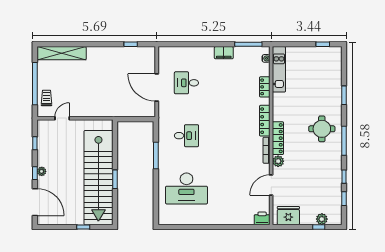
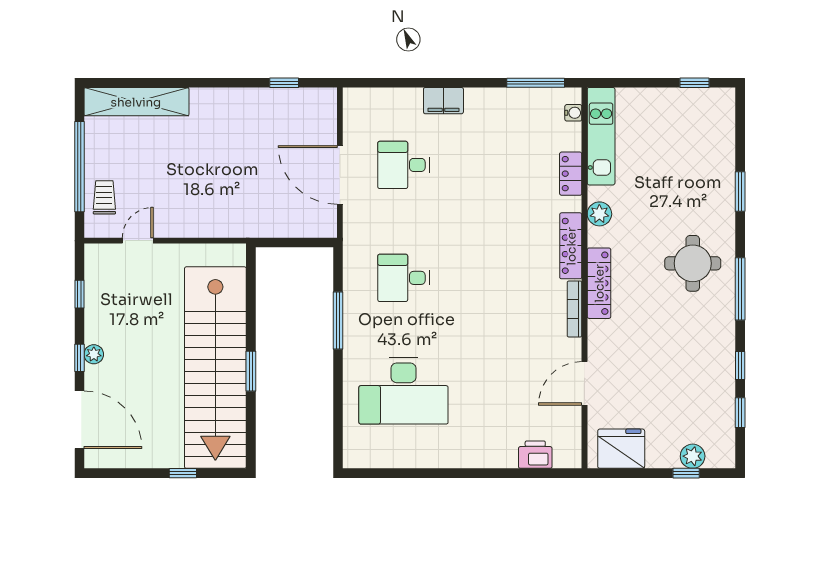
filing cabinet: (224, 53) -> (443, 101), moved
desk: (186, 136) -> (403, 278), turned 180
plant: (278, 161) -> (599, 214), moved
printer: (262, 218) -> (535, 455), moved

